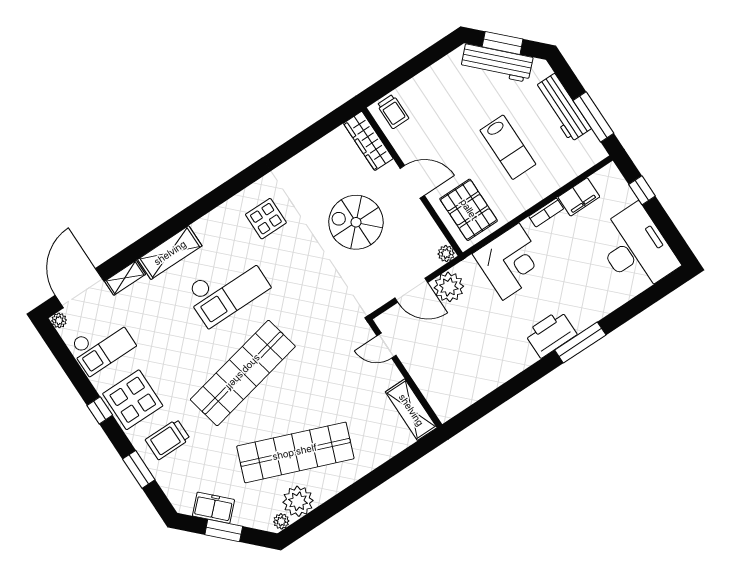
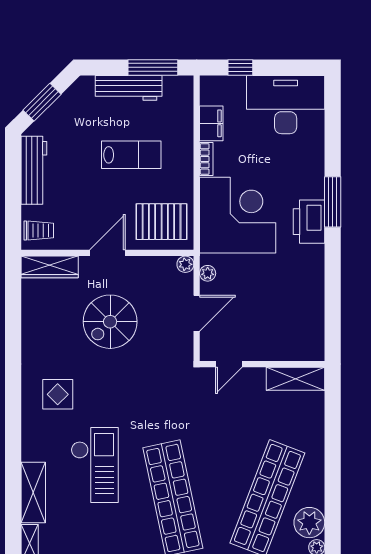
workbench: (497, 63) -> (34, 170), moved, turned -45
corner desk: (511, 262) -> (238, 215), width x1.36, depth x1.36
plant: (449, 287) -> (208, 273), width x0.53, depth x0.53

